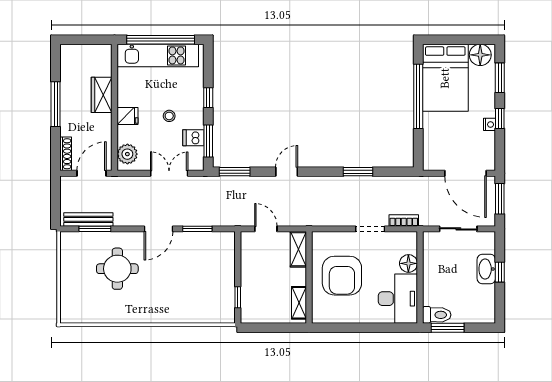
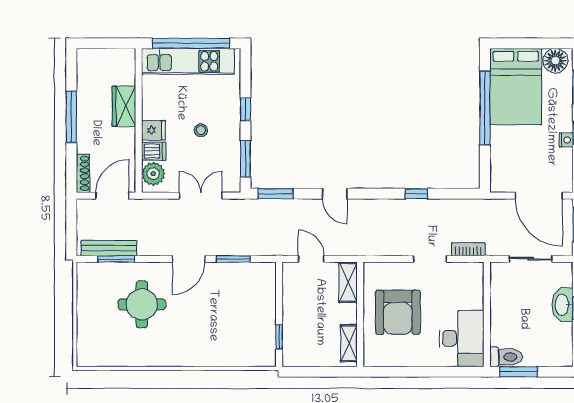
dishwasher: (193, 138) -> (154, 151), moved, turned 180
door: (287, 172) -> (335, 194), swing flipped
window: (358, 172) -> (416, 194), width x0.67
floor lamp: (408, 263) -> (474, 298), removed

